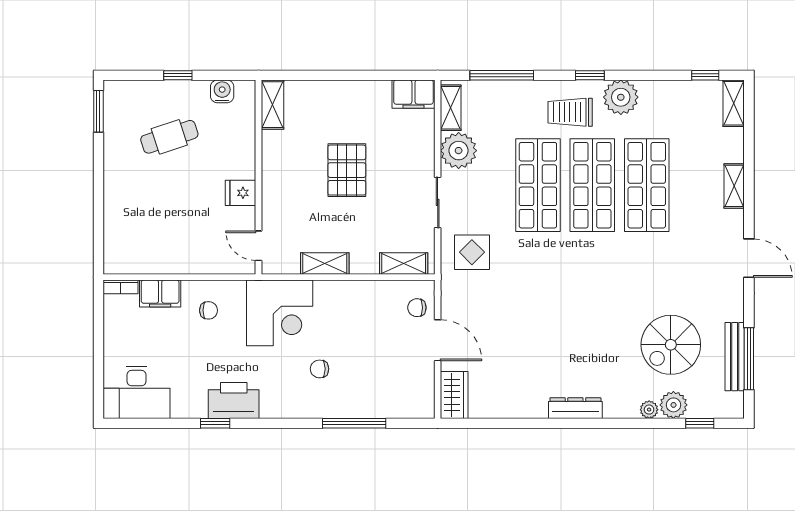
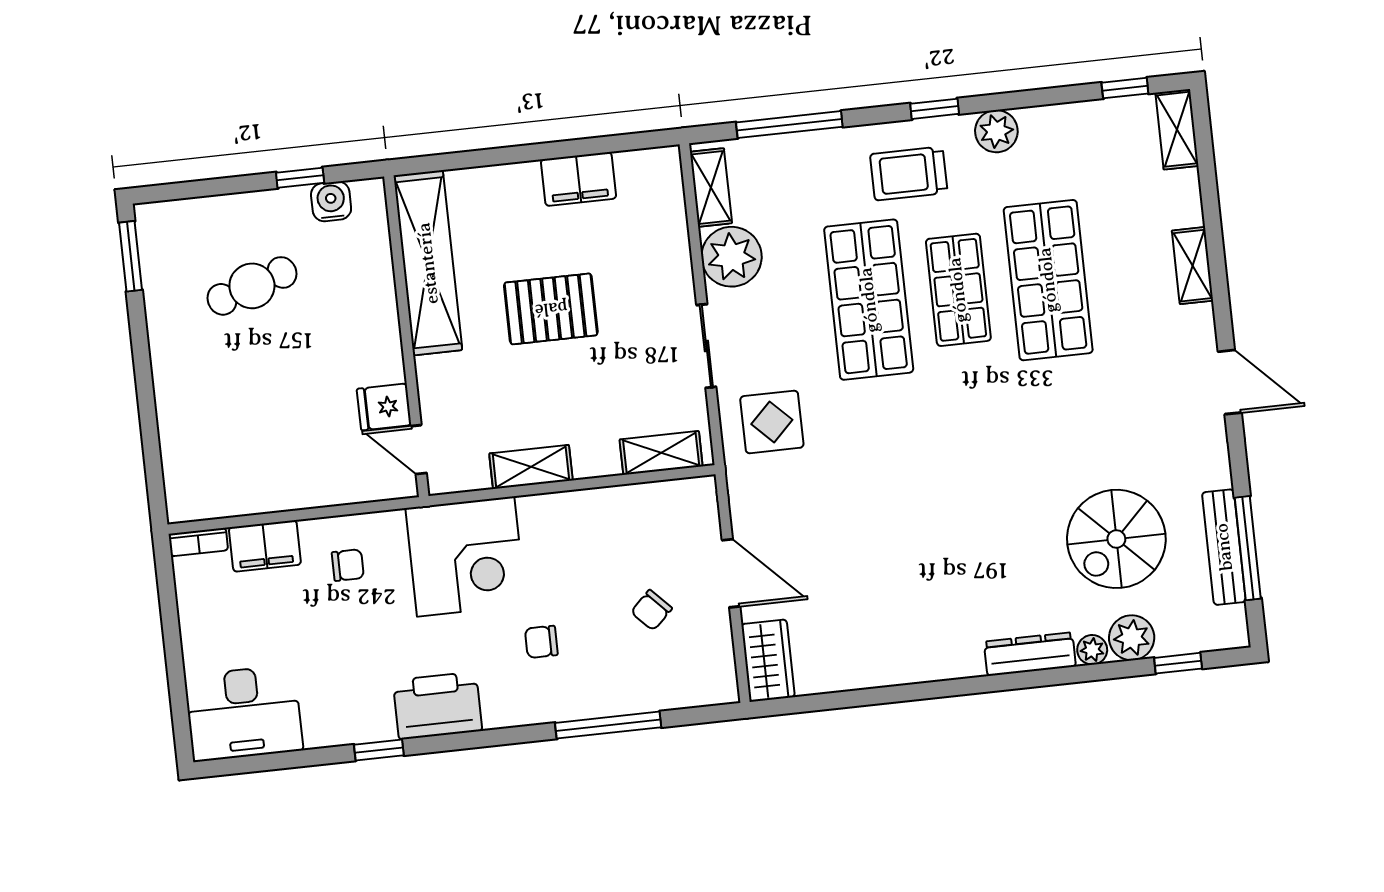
window: (178, 75) -> (300, 178), moved
filing cabinet: (413, 94) -> (578, 179), moved
plant: (621, 97) -> (996, 131), width x0.73, depth x0.73
shelving: (272, 105) -> (428, 263), width x2.20, depth x1.33
pallet: (347, 170) -> (551, 309), turned 90
shop shelf: (592, 185) -> (958, 290), width x0.70, depth x0.74
fridge: (241, 193) -> (384, 407), moved
chair: (417, 308) -> (652, 610), moved, turned -44
printer: (234, 400) -> (437, 706), moved
dresser: (575, 408) -> (1030, 654), moved

